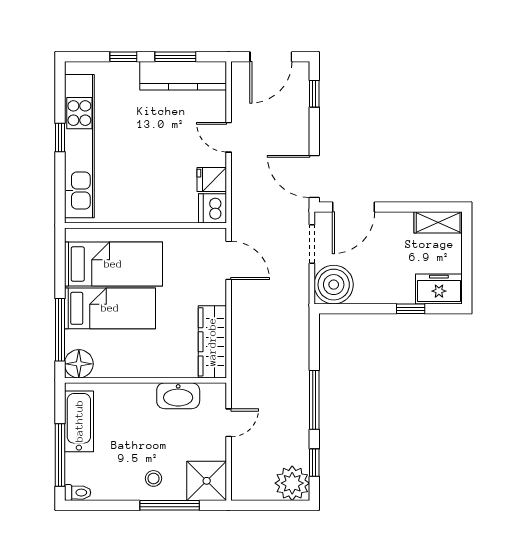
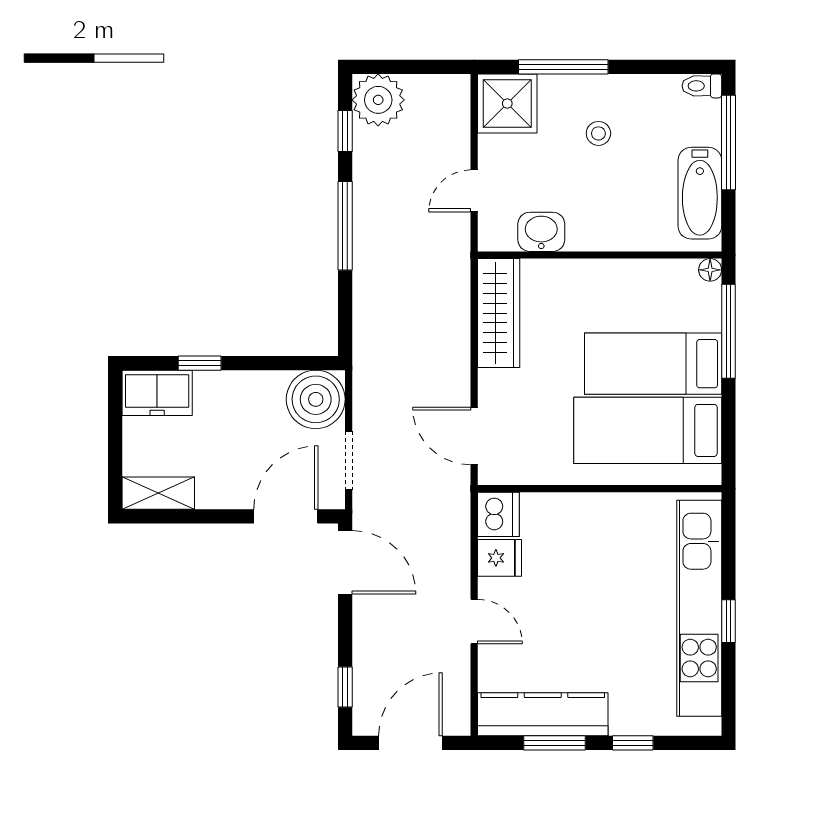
floor lamp: (79, 364) -> (710, 270), width x0.53, depth x0.53
washbasin: (178, 396) -> (541, 232), width x0.72
stool: (153, 478) -> (598, 133), moved

